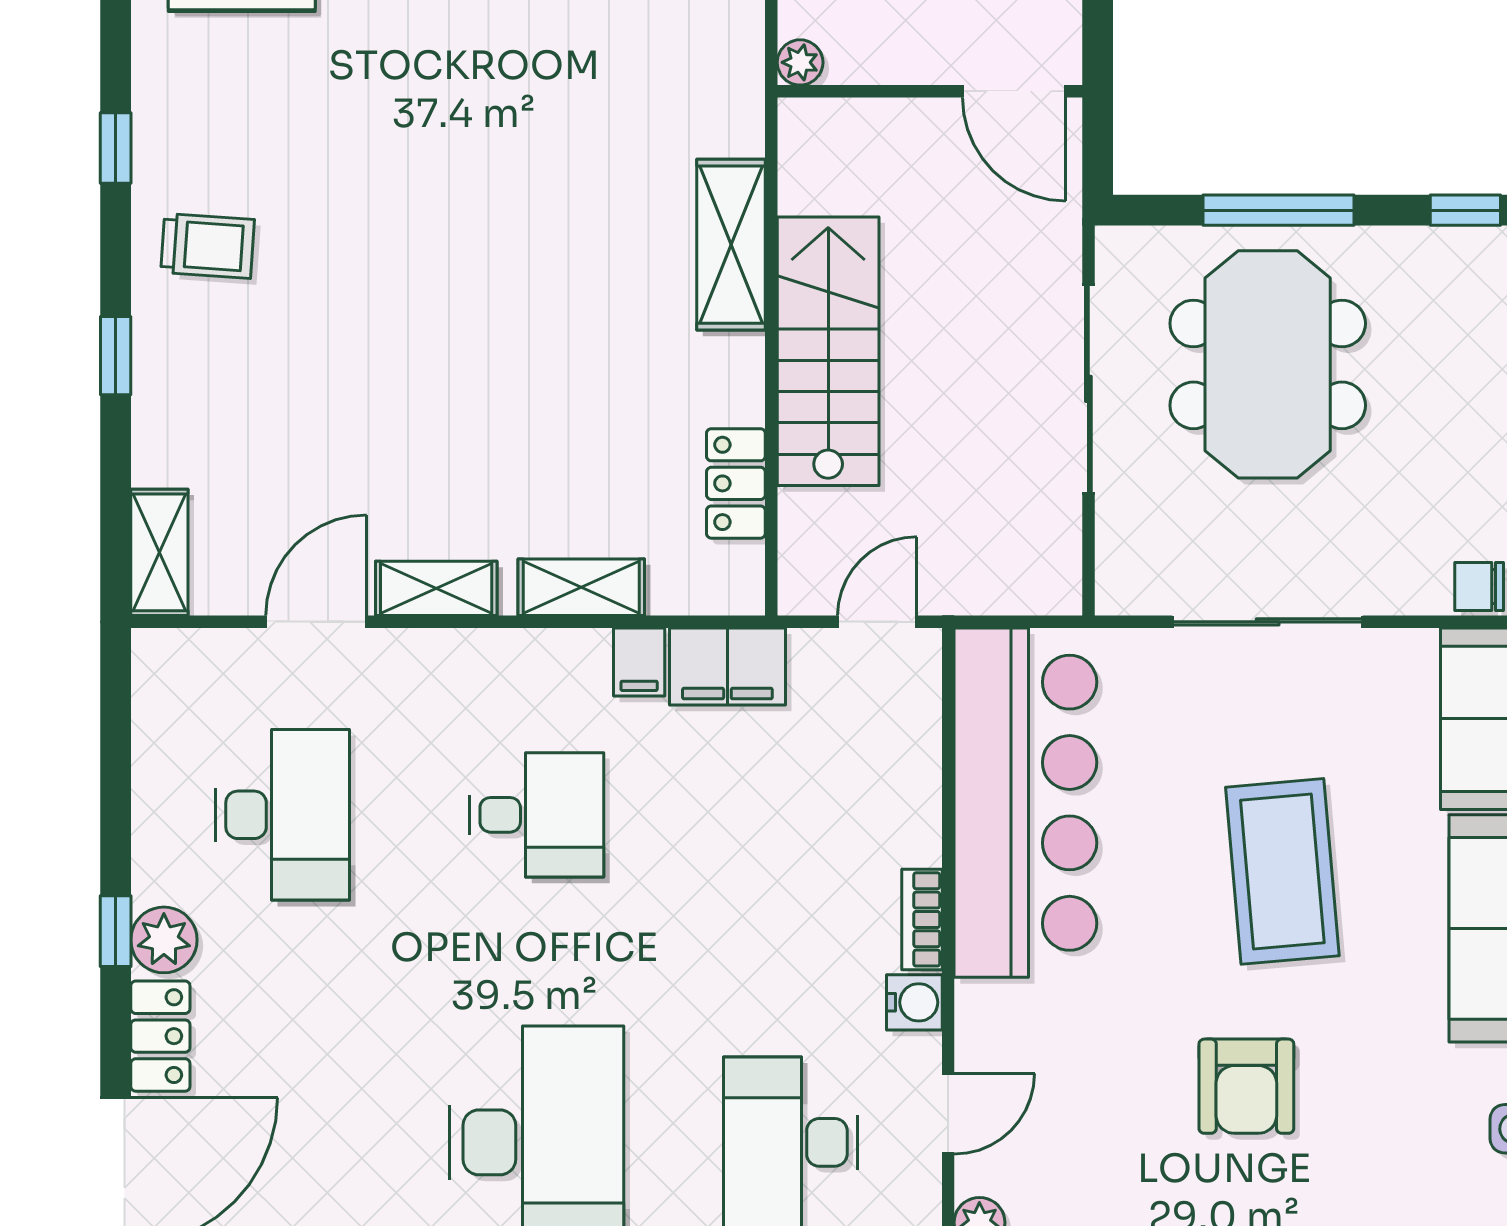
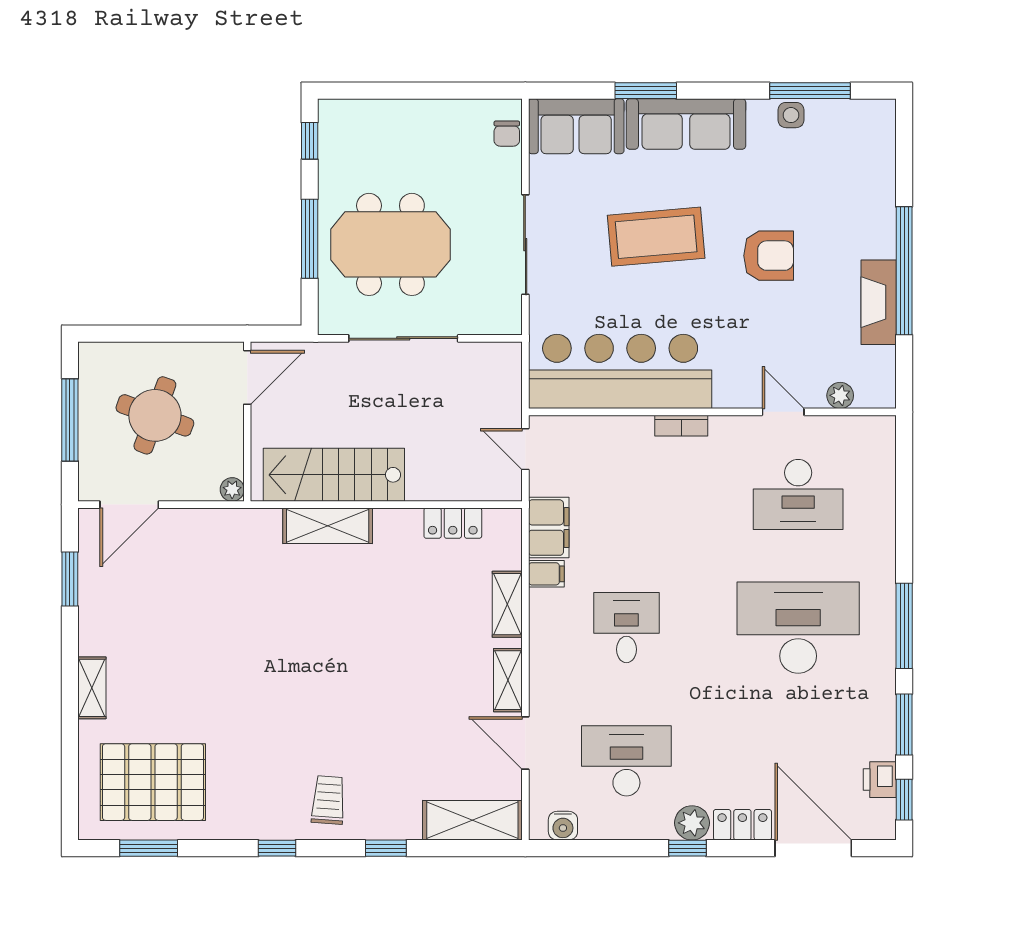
stairs: (828, 351) -> (334, 475), moved
shelving: (159, 552) -> (472, 820), width x1.50, depth x1.33
water cooler: (914, 1002) -> (563, 826), moved, turned 180

